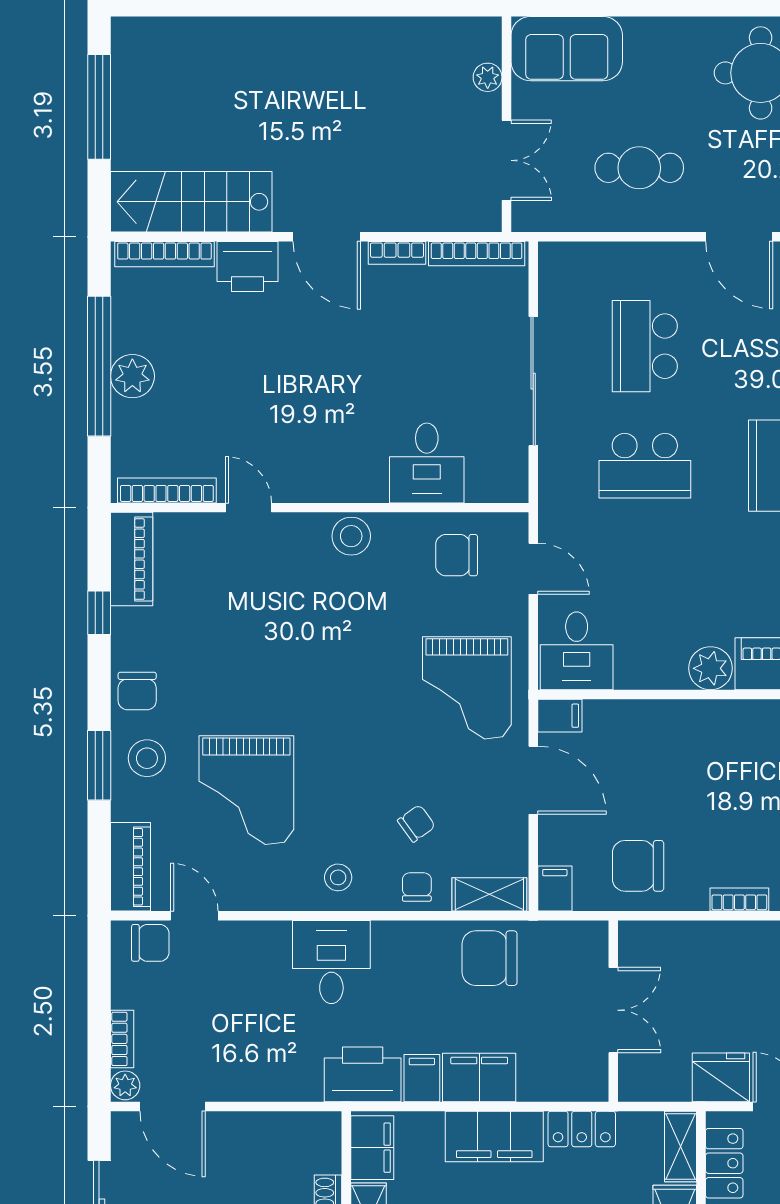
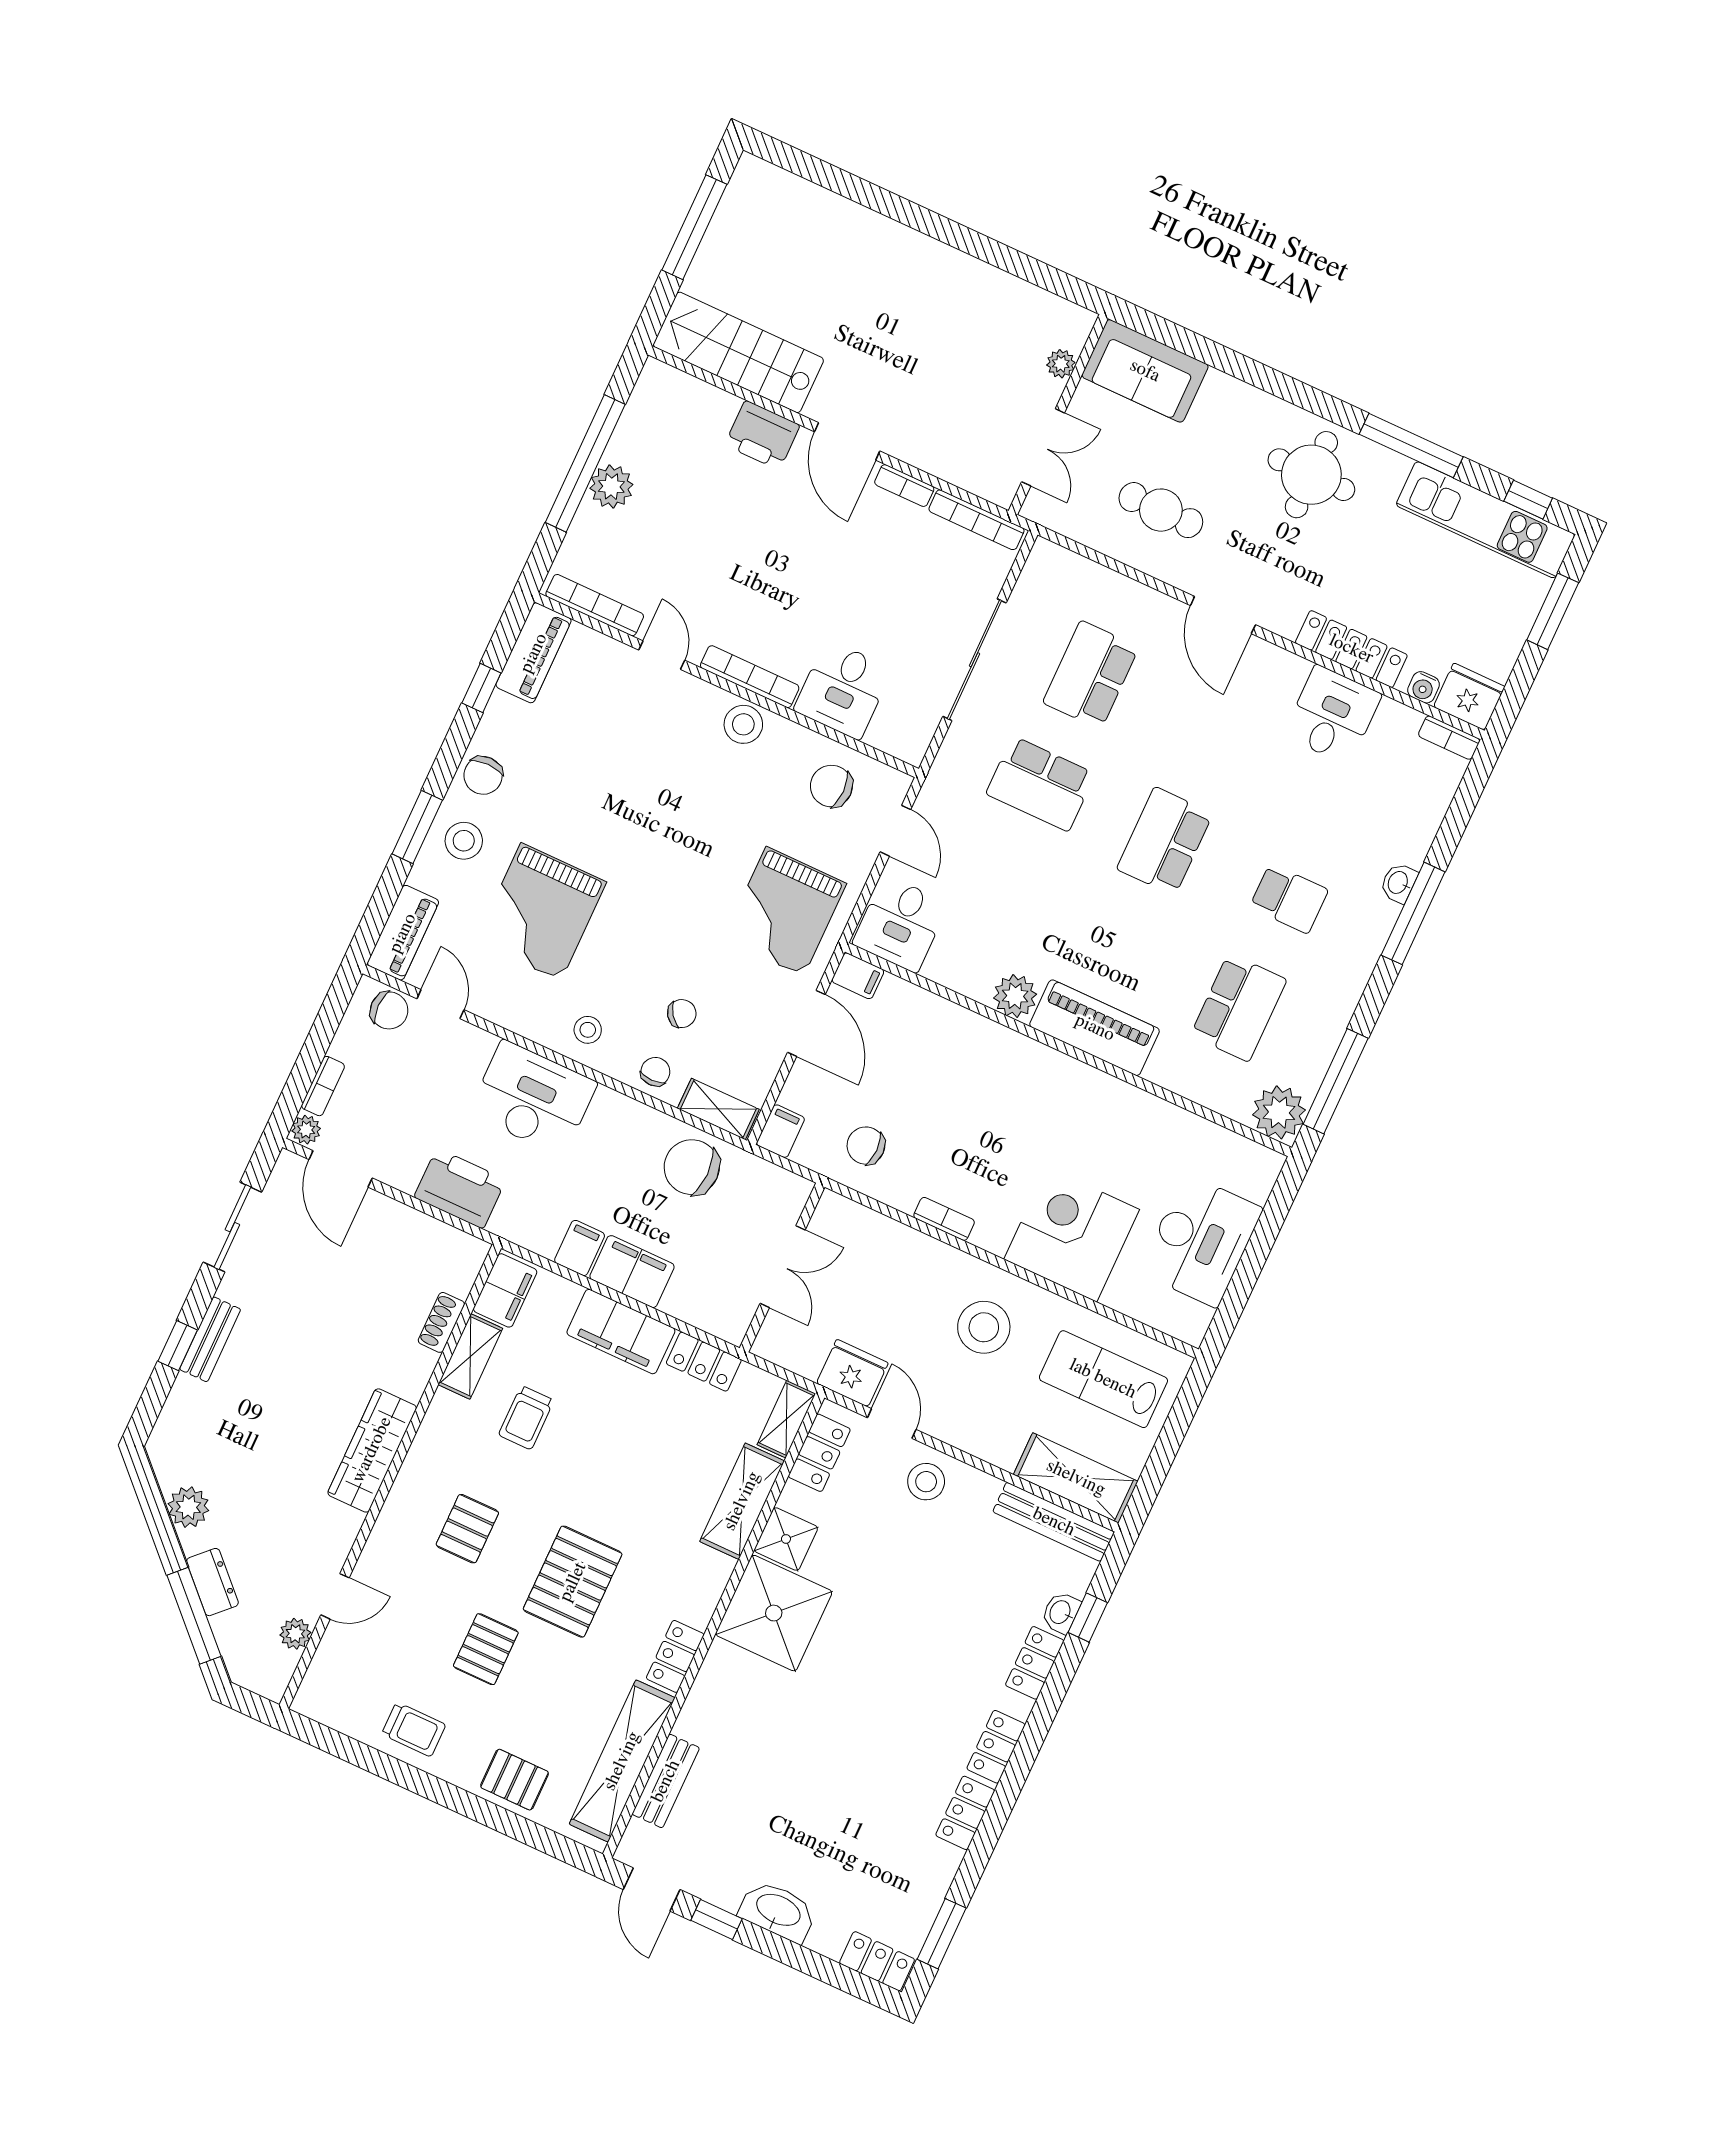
bookcase: (164, 254) -> (750, 677), moved, turned 180
chair: (638, 866) -> (866, 1146), width x0.73, depth x0.73
desk: (331, 962) -> (533, 1098), width x1.37
printer: (363, 1074) -> (460, 1188), moved

